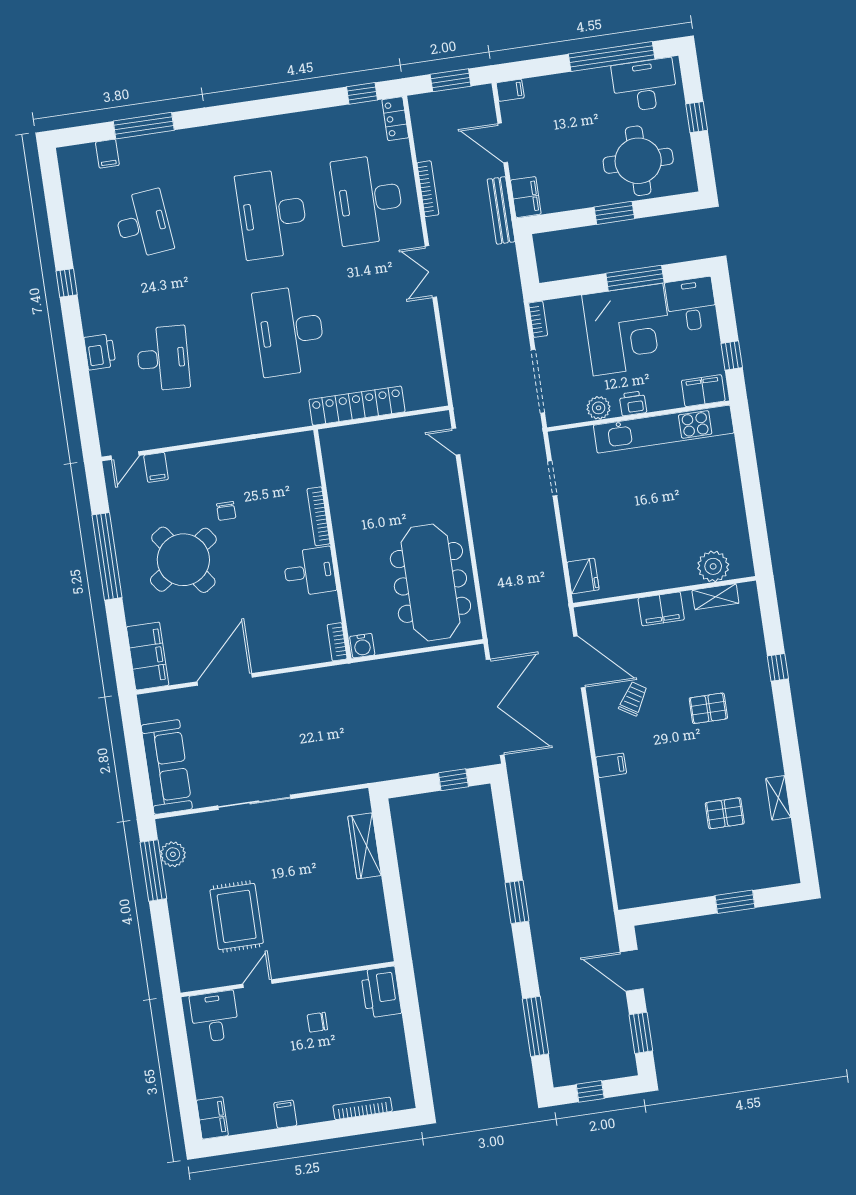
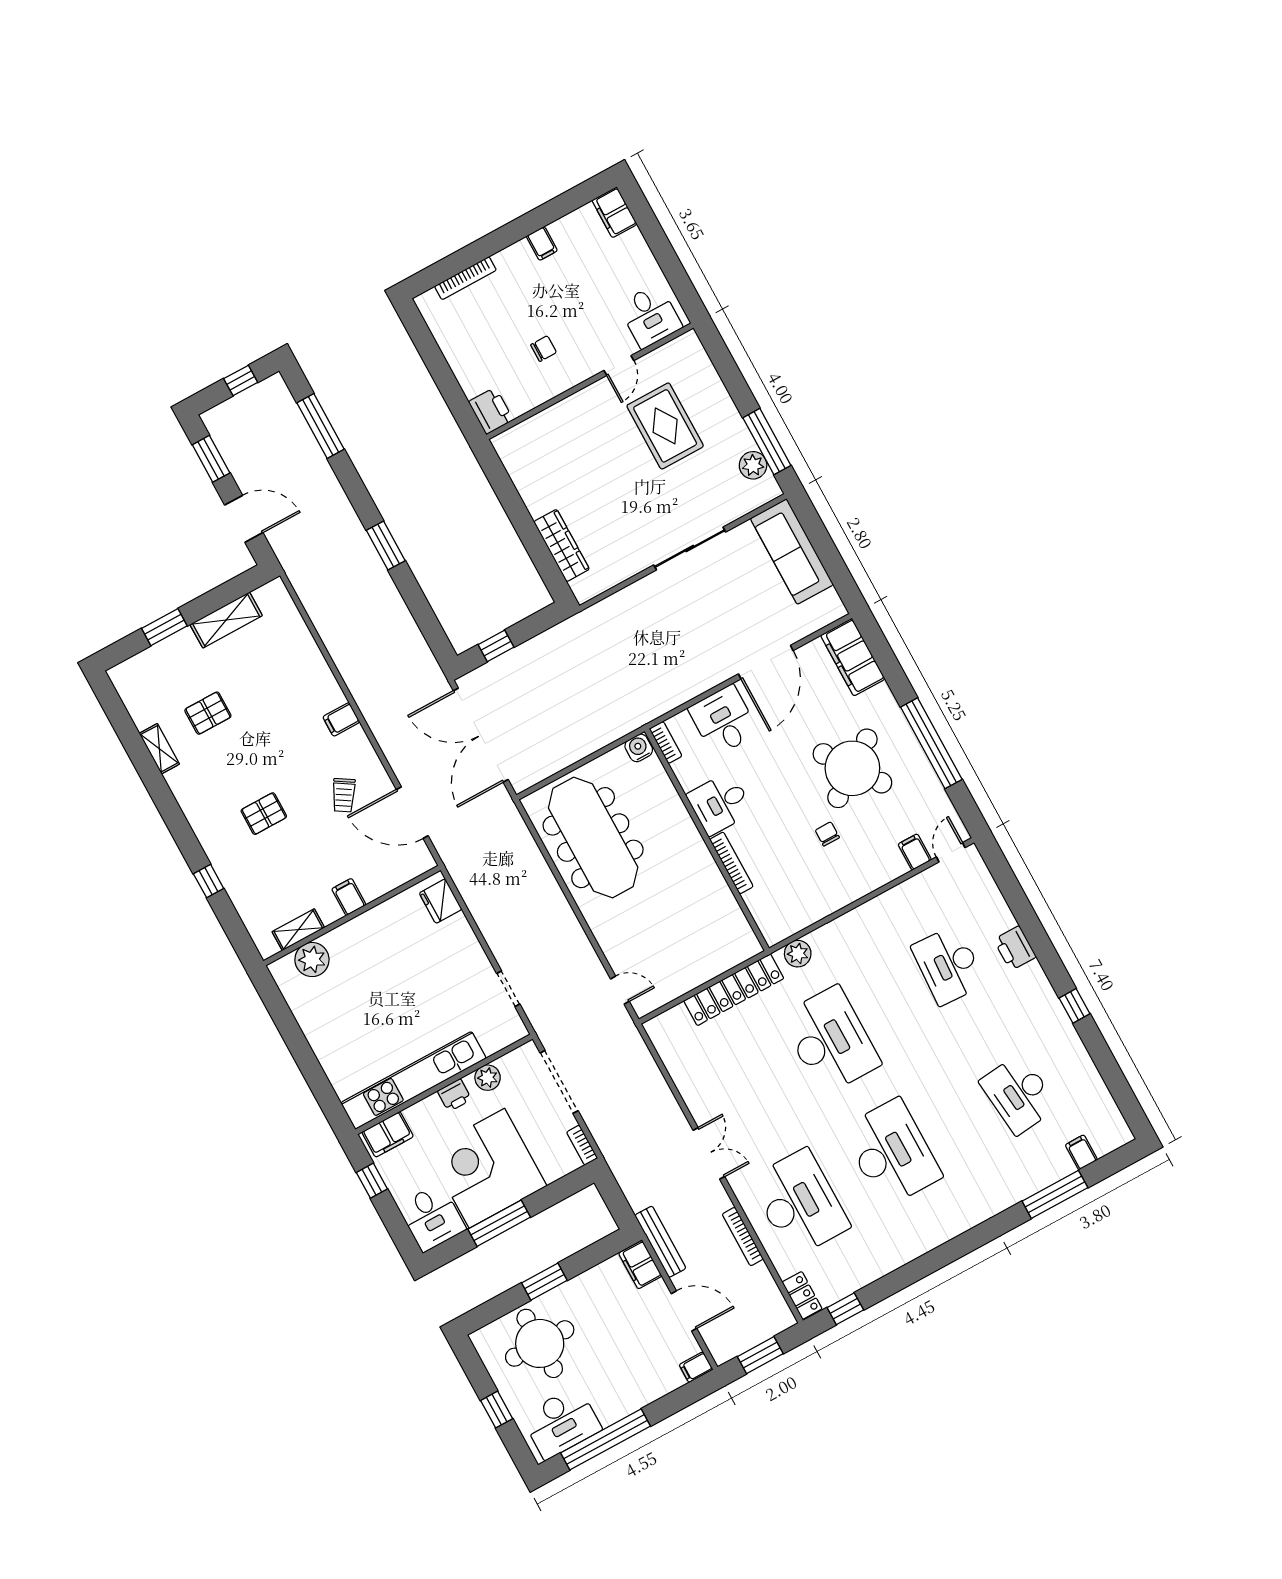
plant: (290, 417) -> (798, 954), added
filing cabinet: (661, 609) -> (349, 897), width x0.50
desk: (280, 642) -> (724, 721), added
shelving: (679, 888) -> (226, 620), added
printer: (381, 992) -> (491, 411), width x0.73, depth x0.84

